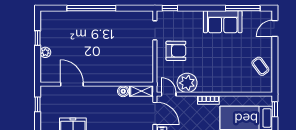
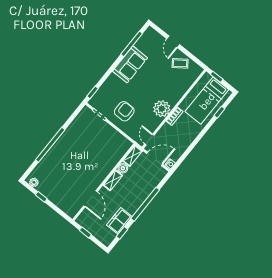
door: (275, 28) -> (173, 42), moved
plant: (45, 52) -> (34, 182), moved
plant: (187, 83) -> (162, 109), moved
door: (72, 84) -> (91, 199), swing flipped
shelving: (105, 91) -> (113, 180), added
door: (169, 94) -> (149, 140), hinge flipped

